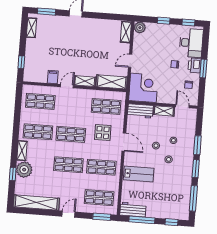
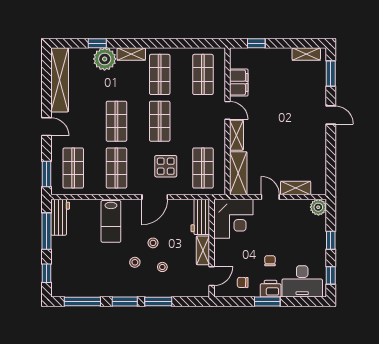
shelving: (126, 32) -> (296, 188), moved
filing cabinet: (53, 77) -> (239, 82), width x2.00

